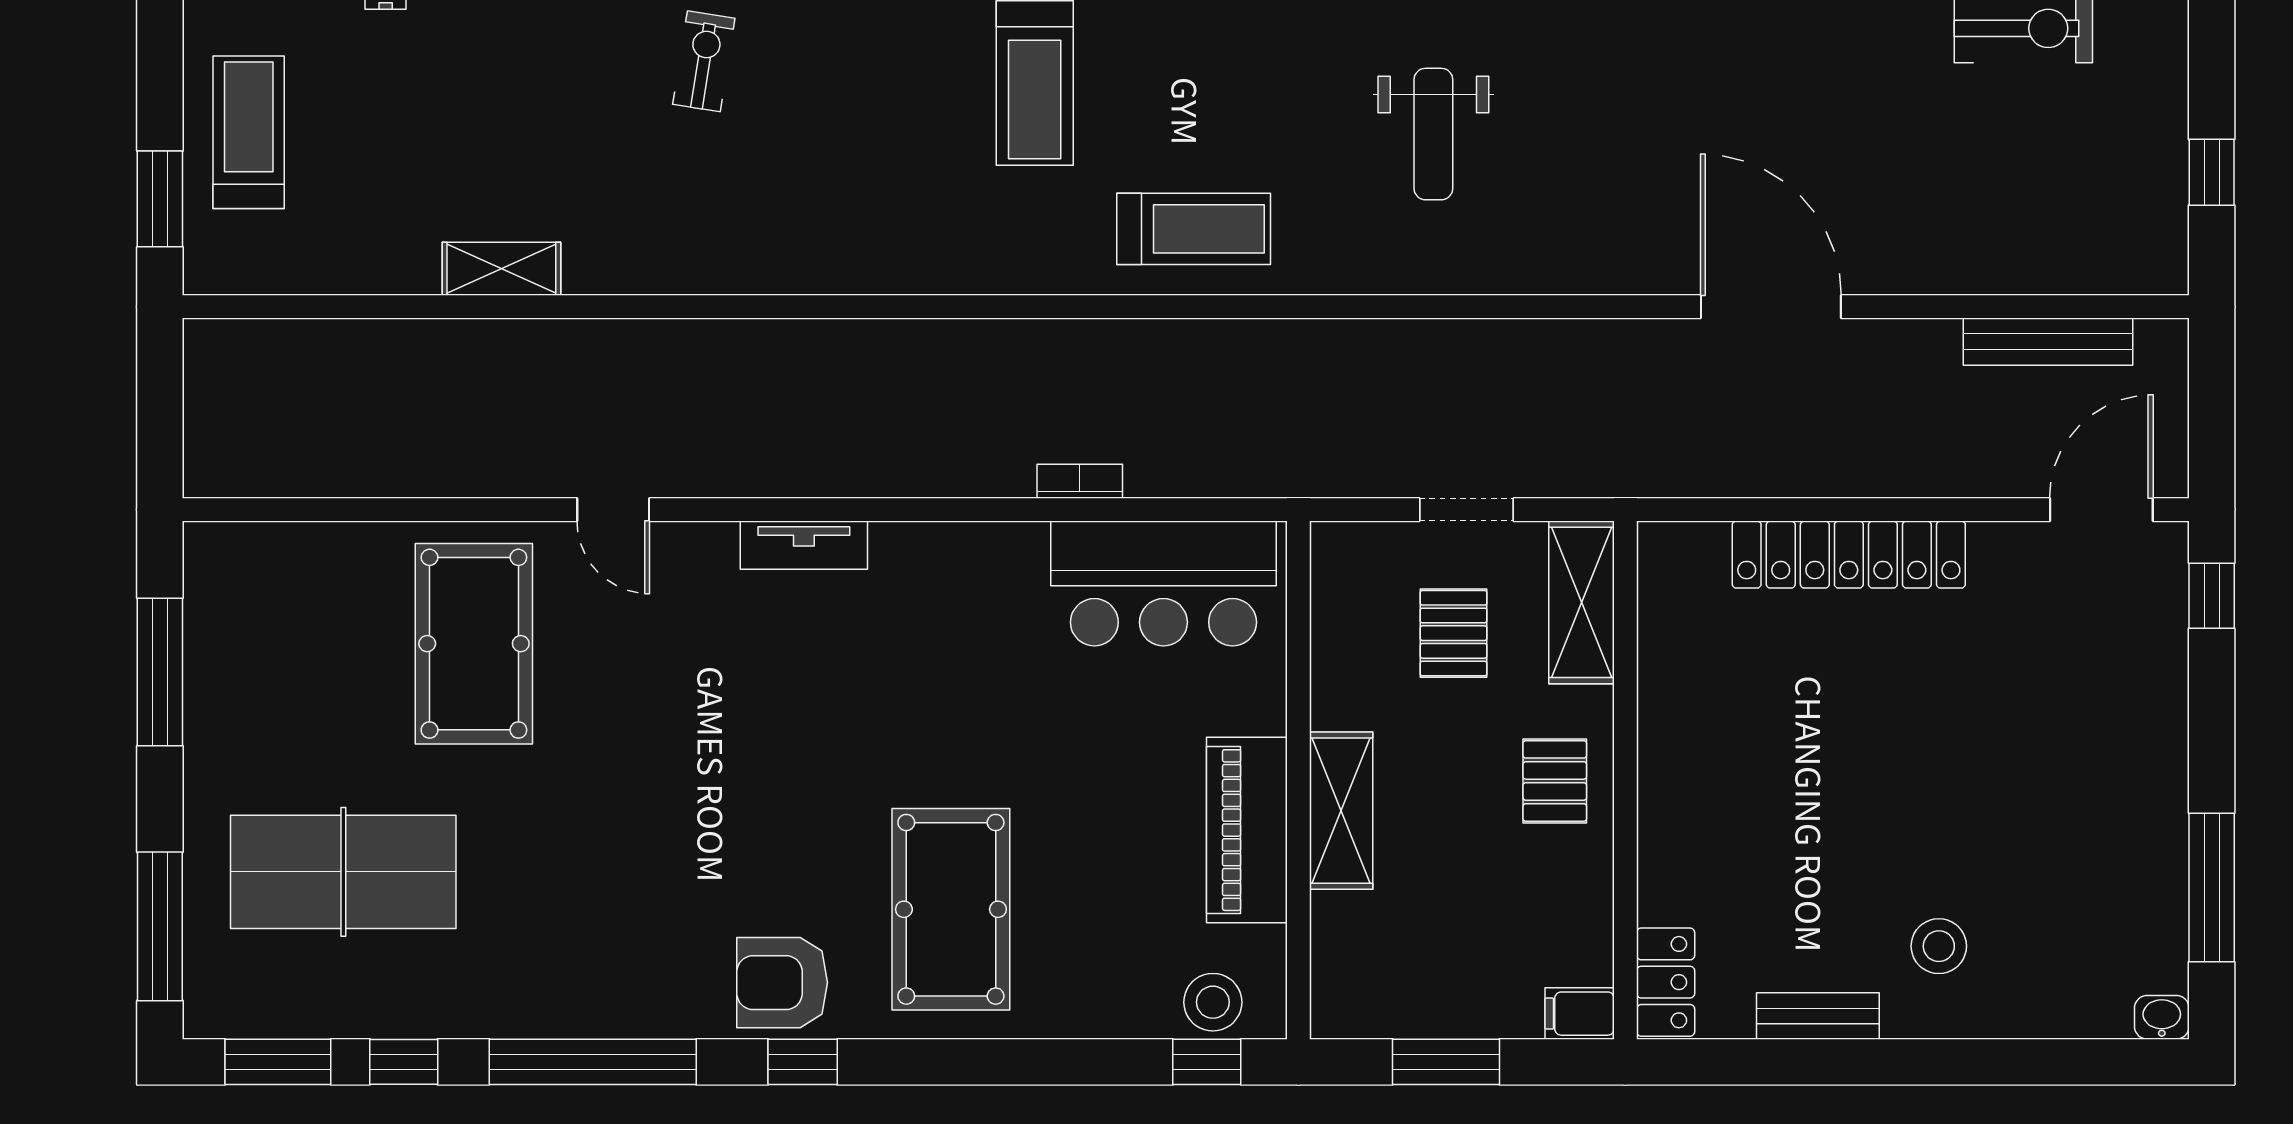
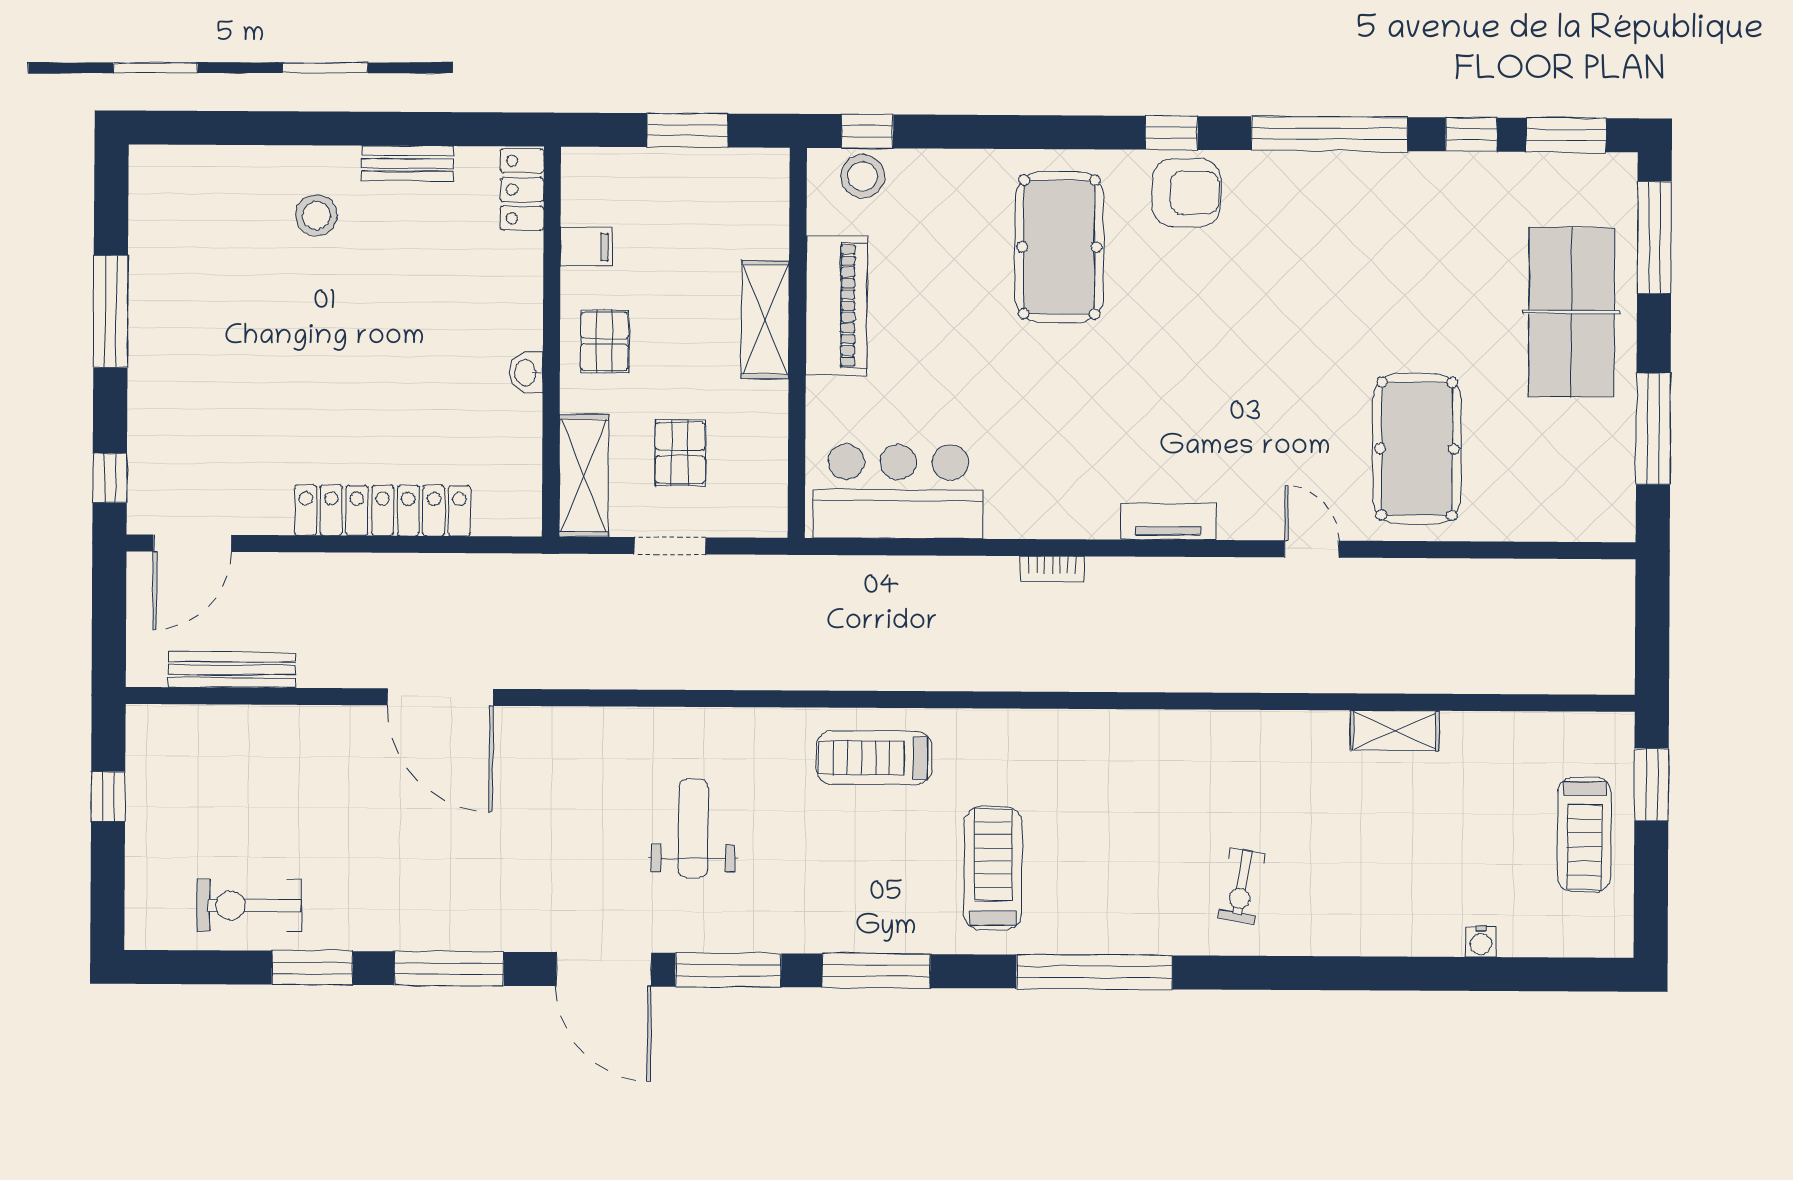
bookcase: (1080, 481) -> (1052, 569), moved
table tennis table: (343, 872) -> (1572, 312), moved, turned 90
window: (2212, 887) -> (111, 311), moved
filing cabinet: (1580, 1014) -> (586, 247), moved
washbasin: (2162, 1017) -> (526, 373), moved, turned 90

